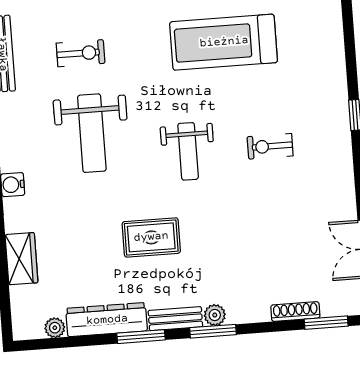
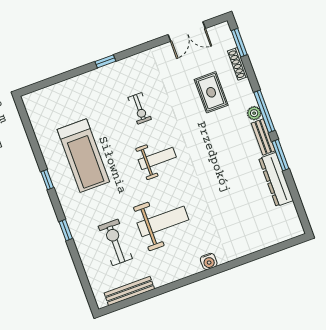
exercise bike: (81, 53) -> (115, 242), width x1.38, depth x1.39
rug: (151, 237) -> (211, 92), moved
wardrobe: (21, 259) -> (253, 243), removed
plant: (55, 328) -> (290, 210), removed
window: (213, 331) -> (264, 111), width x1.44

